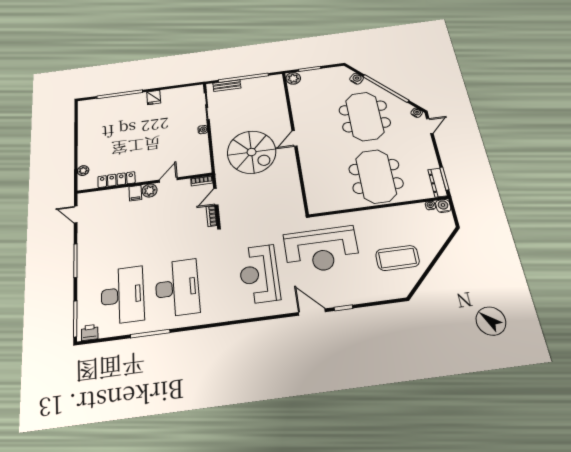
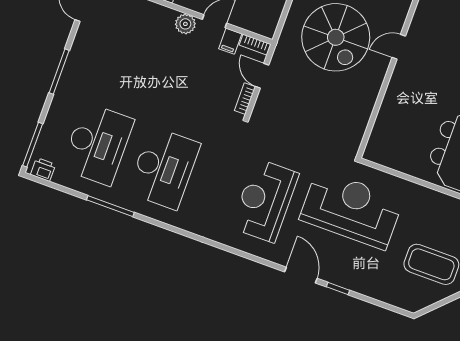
filing cabinet: (135, 193) -> (230, 41), moved
door: (216, 197) -> (262, 76), hinge flipped
reception desk: (321, 250) -> (351, 209), turned 180

